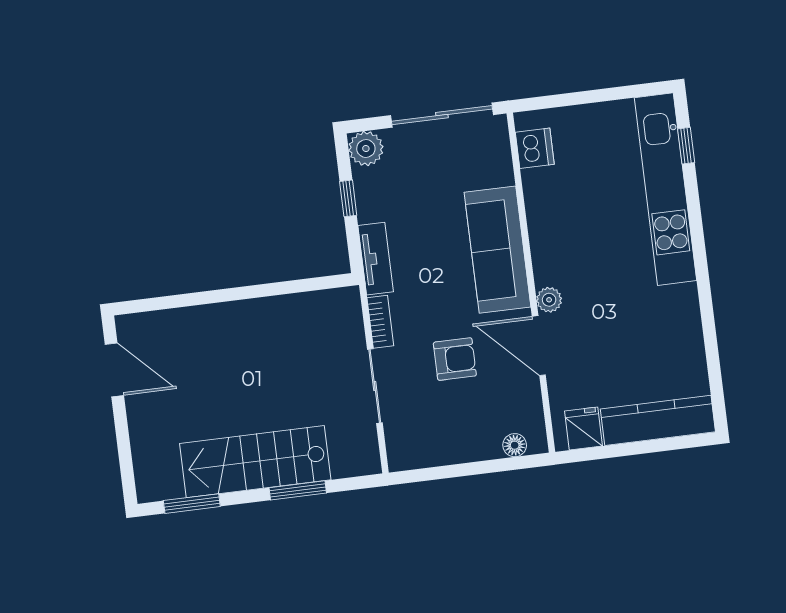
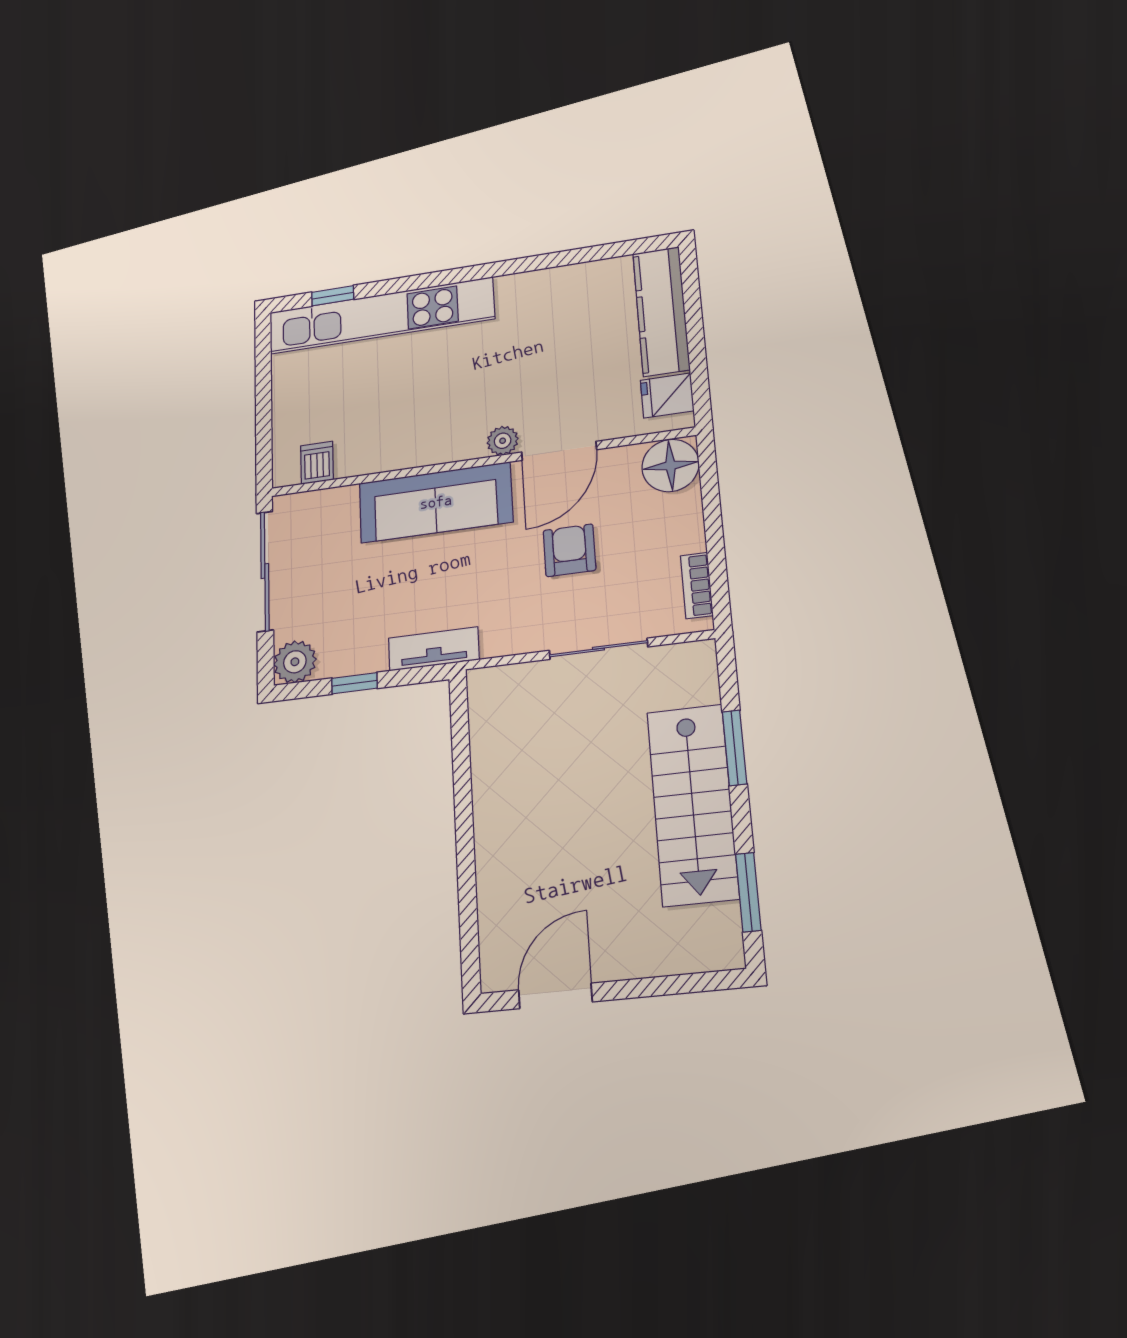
dishwasher: (535, 148) -> (317, 463), width x0.73
bookcase: (380, 322) -> (697, 586), moved, turned -90
floor lamp: (515, 445) -> (670, 465), width x1.89, depth x1.89

